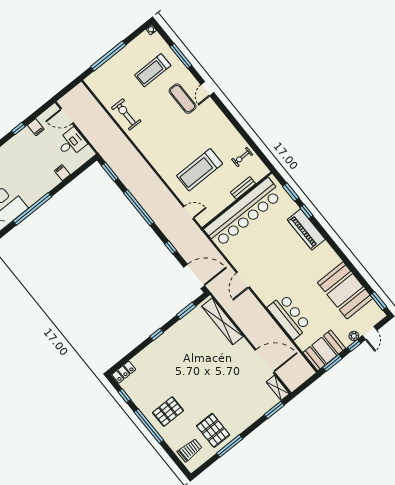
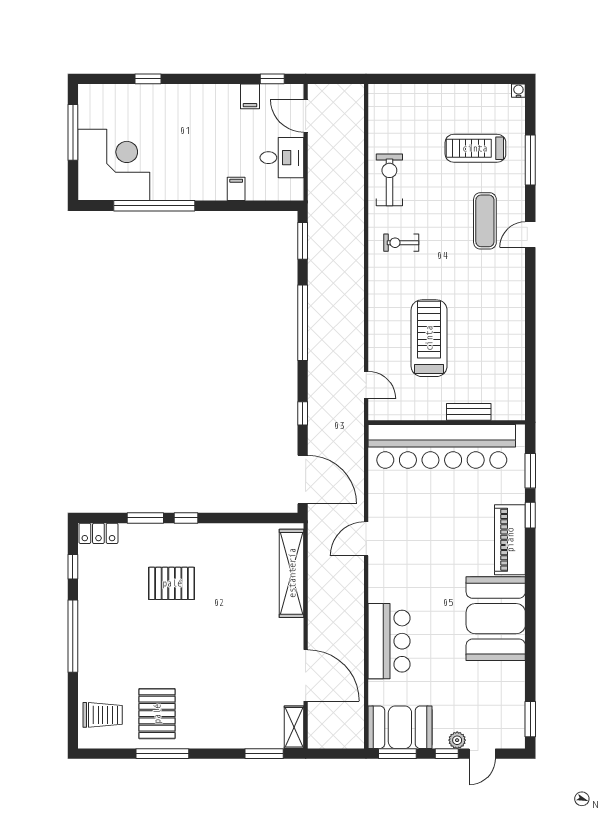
window: (108, 56) -> (430, 79), removed
window: (18, 129) -> (272, 79), moved
exercise bike: (242, 157) -> (401, 243), moved
treadmill: (200, 170) -> (429, 338), turned 90
booth: (345, 290) -> (496, 619), moved
window: (186, 311) -> (145, 518), moved
pallet: (168, 412) -> (172, 583), moved

